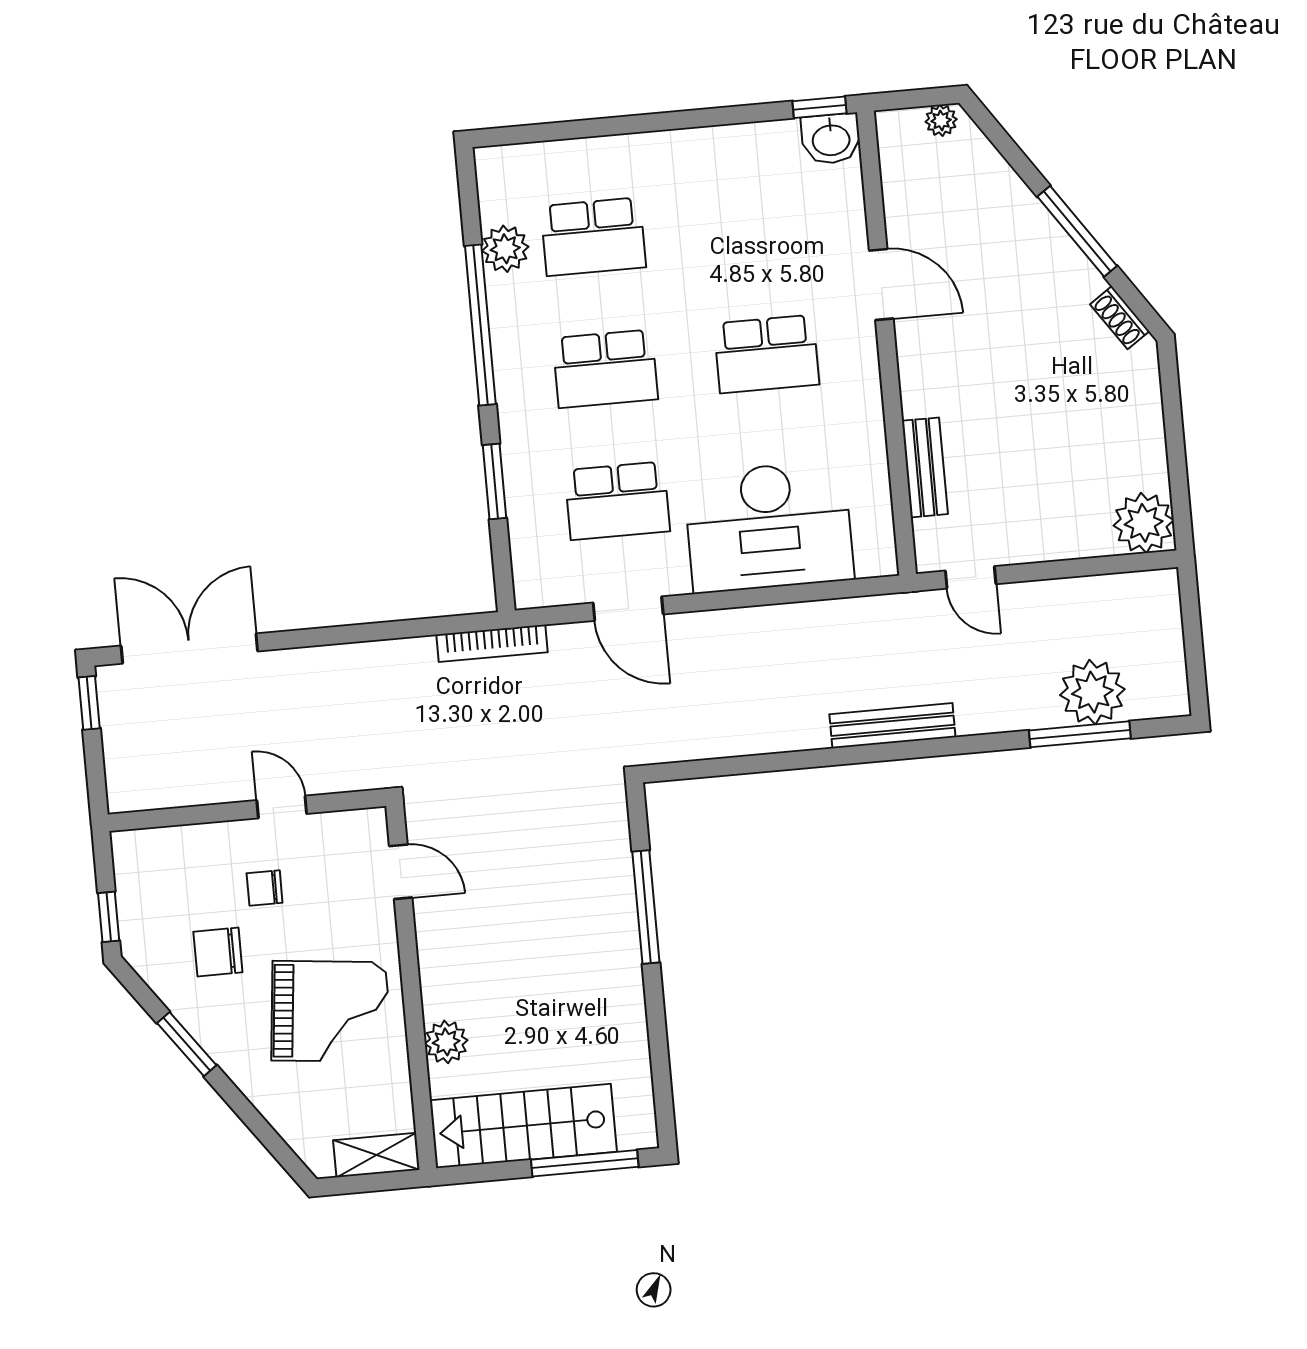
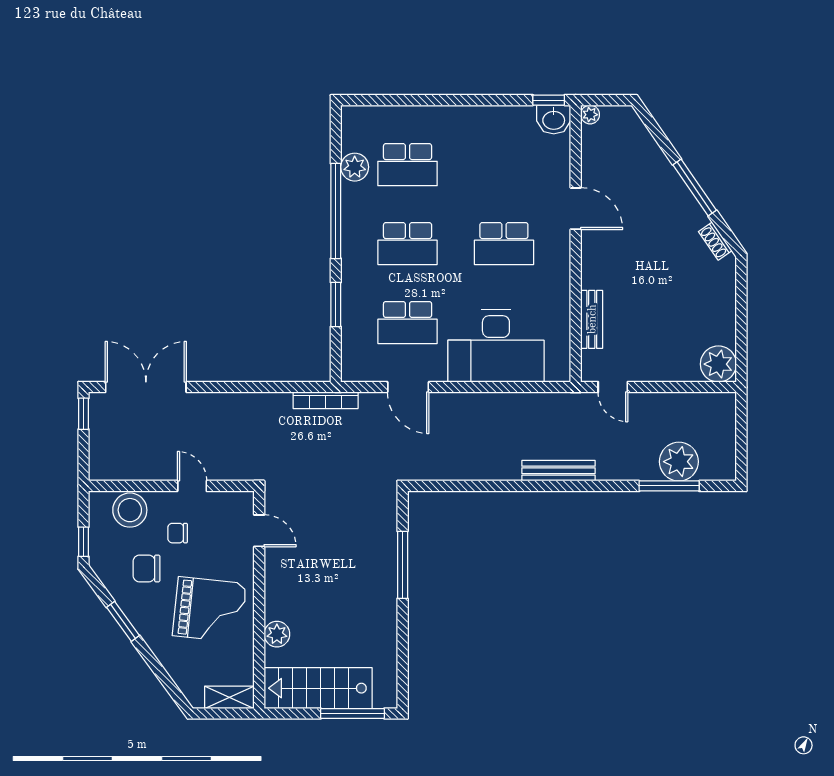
plant: (941, 120) -> (590, 115), moved
stool: (181, 857) -> (130, 510), added

